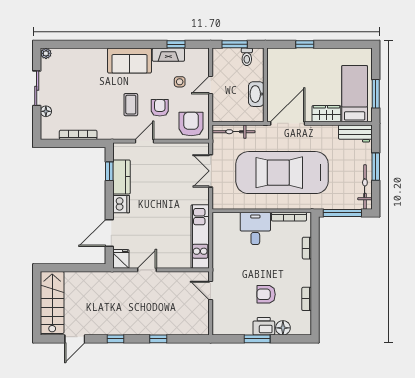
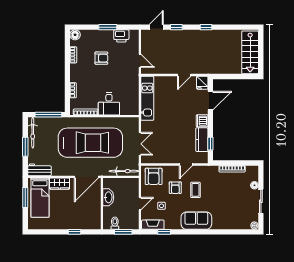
fireplace: (168, 55) -> (153, 225), moved
printer: (264, 326) -> (121, 36), moved
floor lamp: (283, 328) -> (75, 35), moved
door: (75, 339) -> (156, 27), moved

